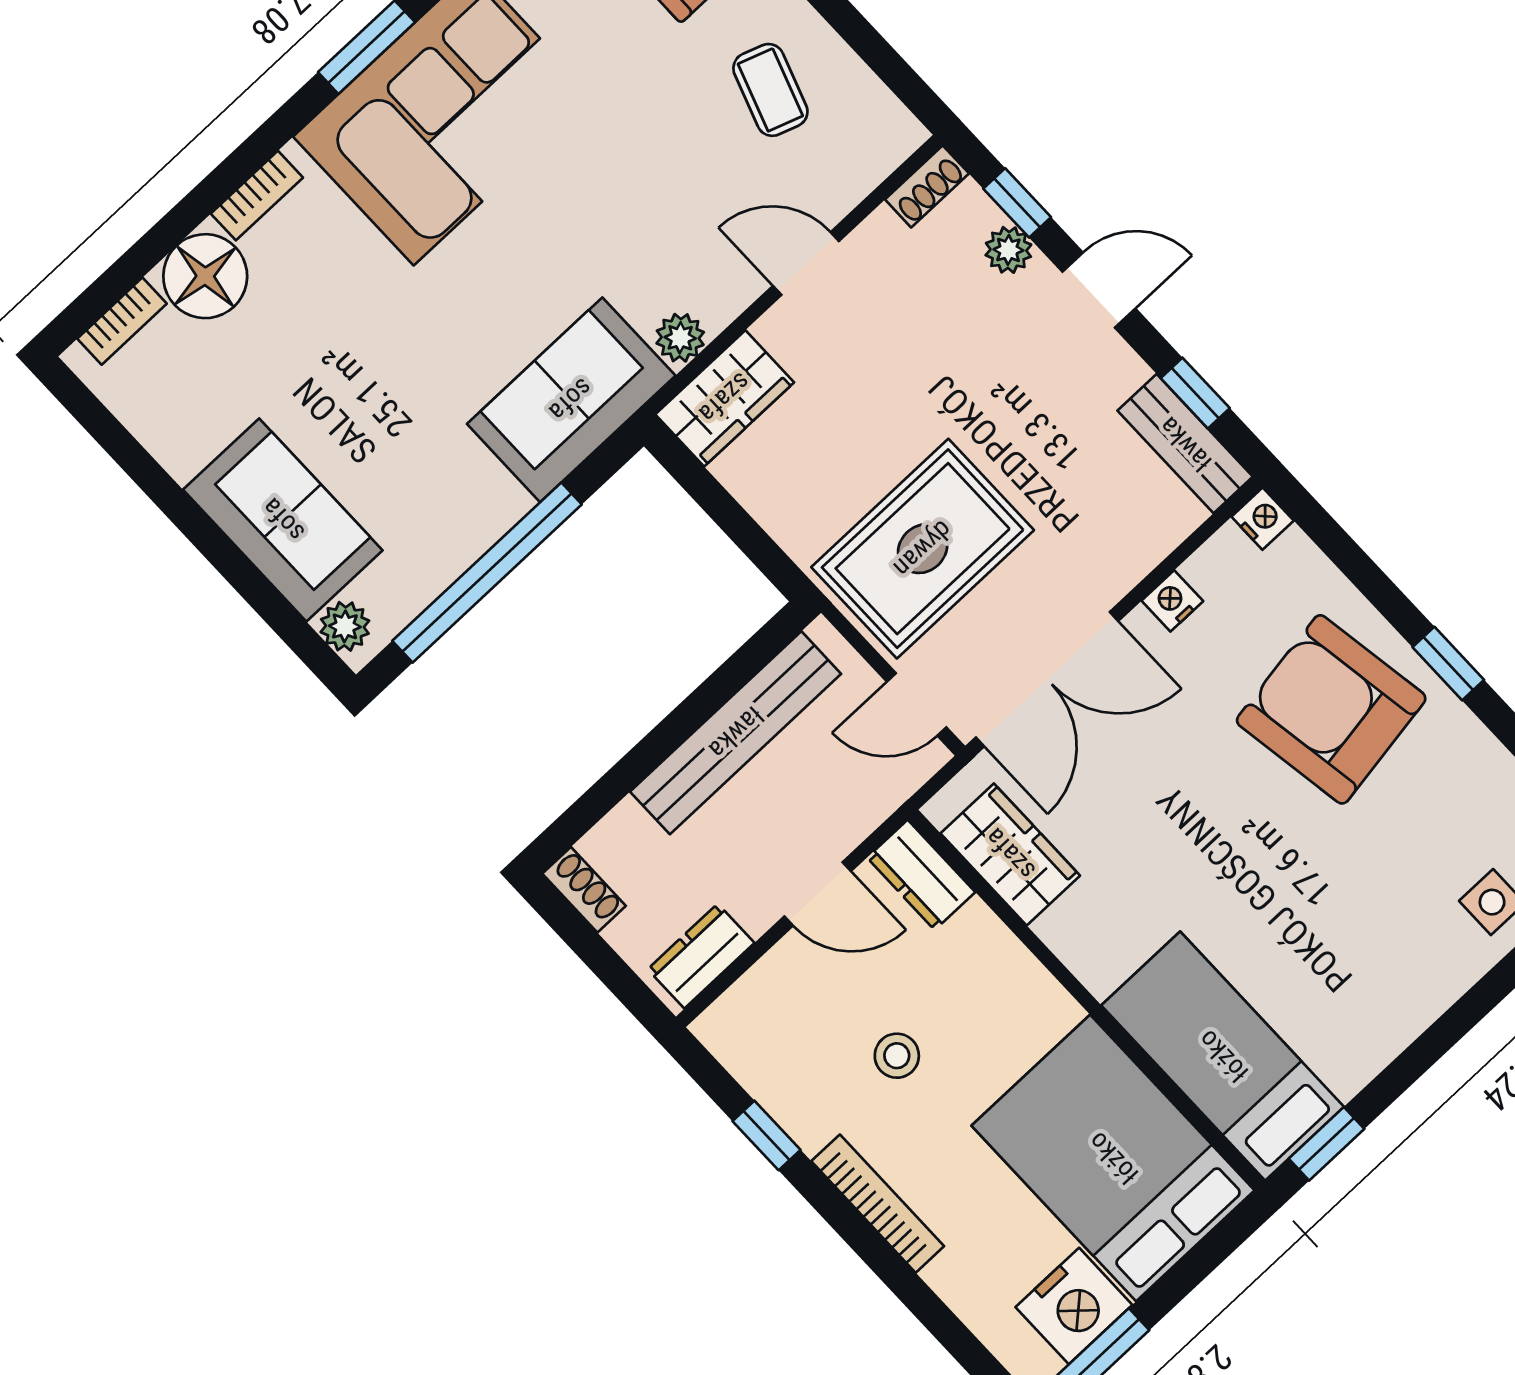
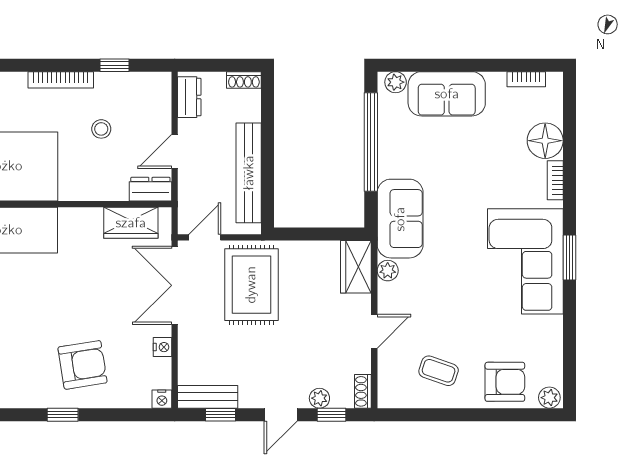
bookcase: (122, 321) -> (526, 79), moved, turned -90
armchair: (1331, 709) -> (83, 365), width x0.73, depth x0.73

